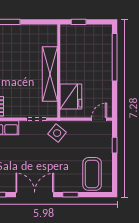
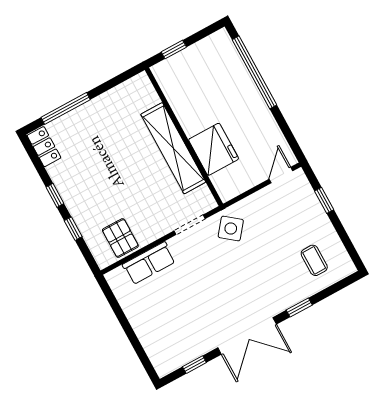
fridge: (71, 97) -> (214, 149), moved
coffee table: (92, 174) -> (314, 260), width x0.54, depth x0.58
double door: (35, 195) -> (247, 336), swing flipped

